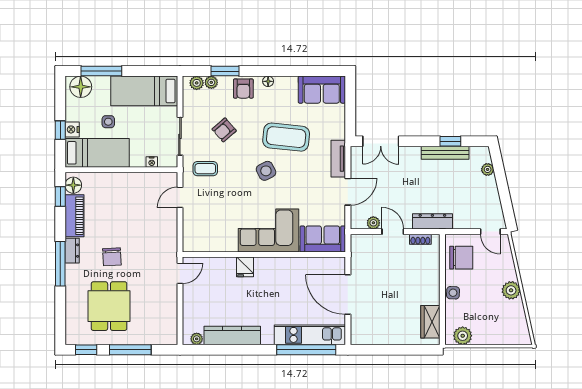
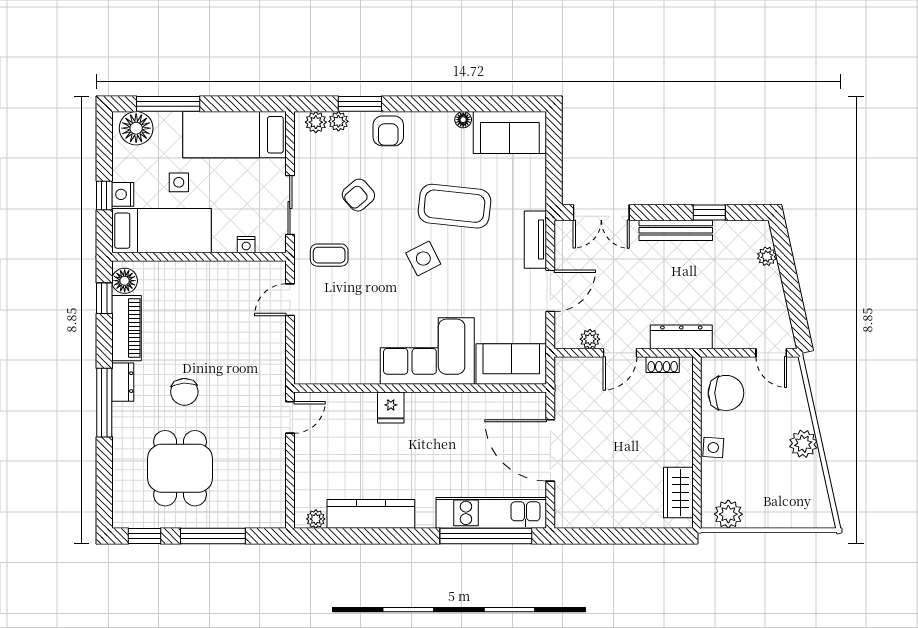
floor lamp: (268, 81) -> (463, 120), moved
bench: (445, 153) -> (676, 230), moved
door: (393, 232) -> (620, 353), swing flipped

